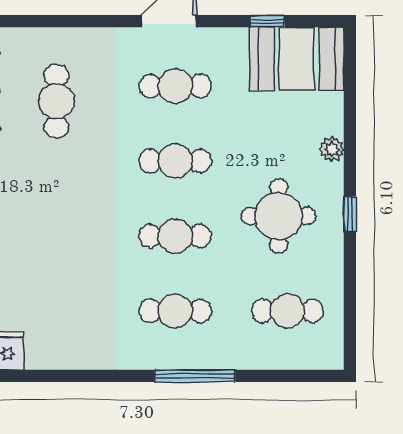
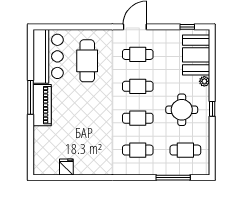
window: (267, 21) -> (187, 27), moved
booth: (297, 59) -> (196, 55), moved, turned 90
cafe table: (56, 101) -> (87, 61), width x1.37, depth x1.35
window: (195, 376) -> (173, 178), moved

